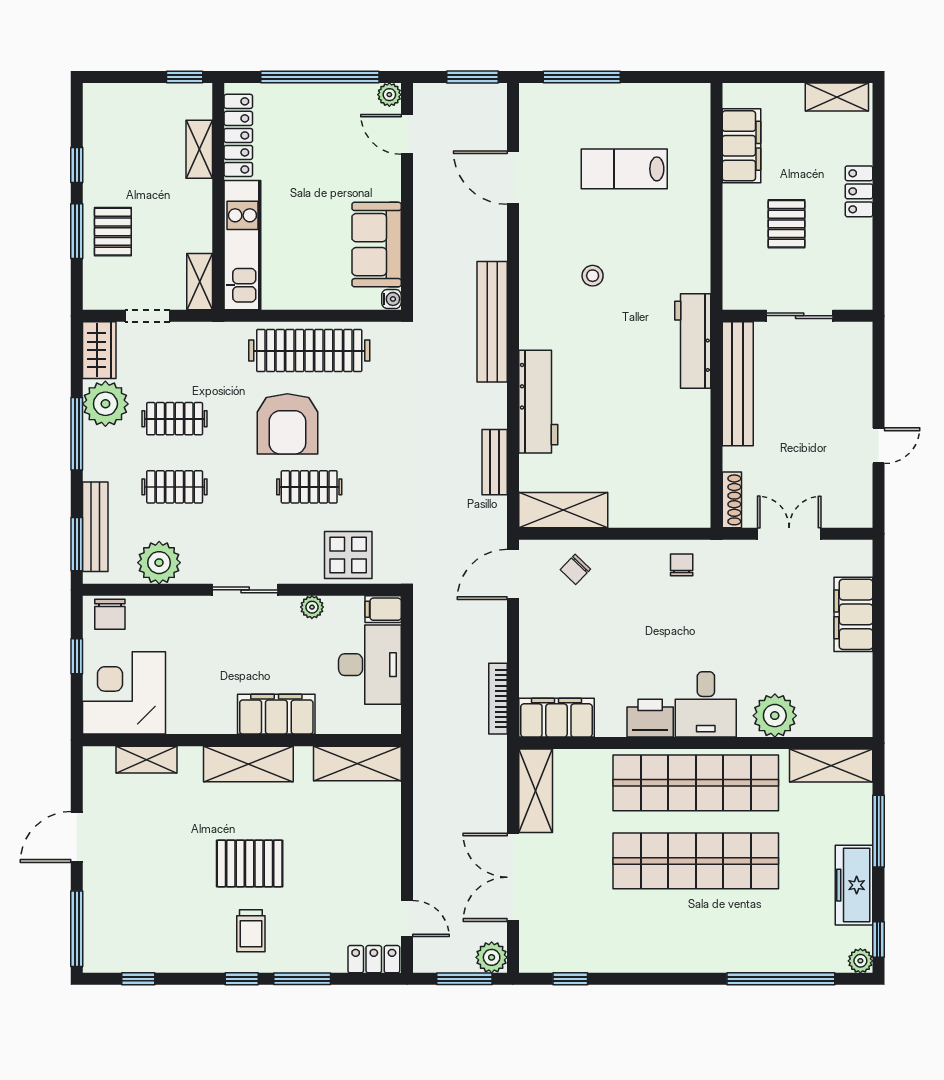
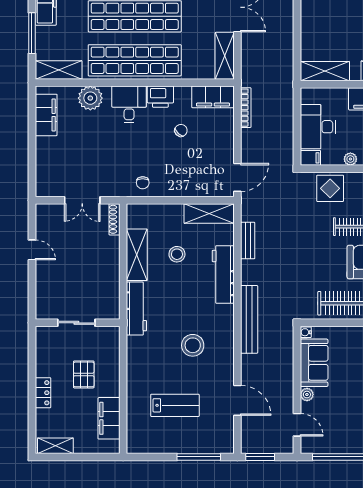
plant: (389, 95) -> (307, 395), moved
stool: (593, 276) -> (193, 345), width x1.89, depth x1.89
bench: (738, 384) -> (111, 285), removed
shelving: (692, 437) -> (137, 255), added
stool: (621, 438) -> (177, 254), added
door: (878, 446) -> (32, 250), swing flipped
chair: (575, 569) -> (181, 130), moved
filing cabinet: (853, 614) -> (46, 115), moved

